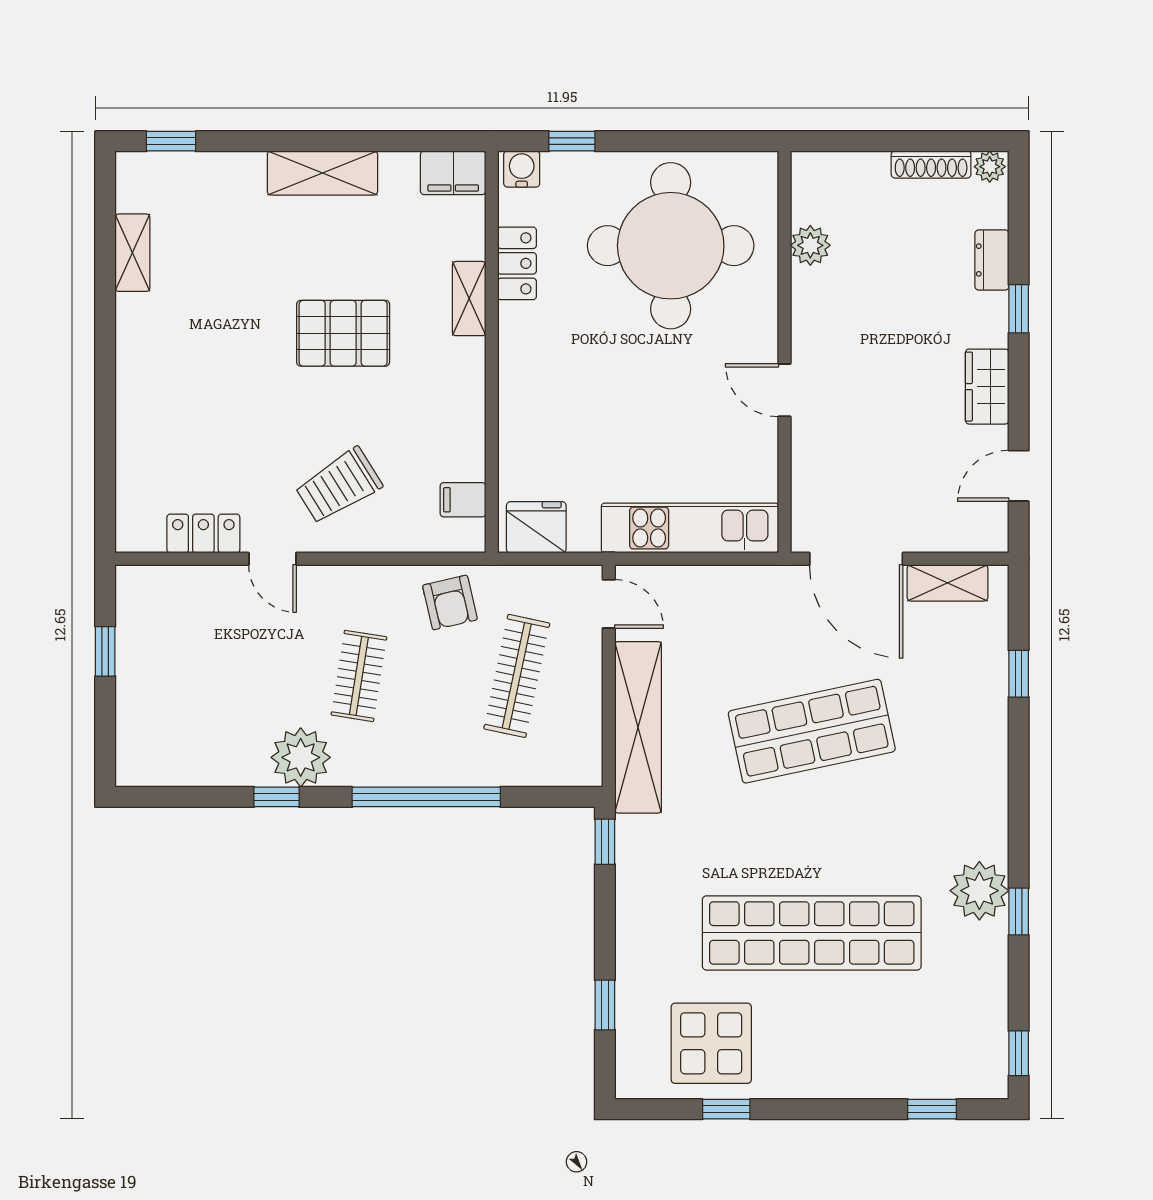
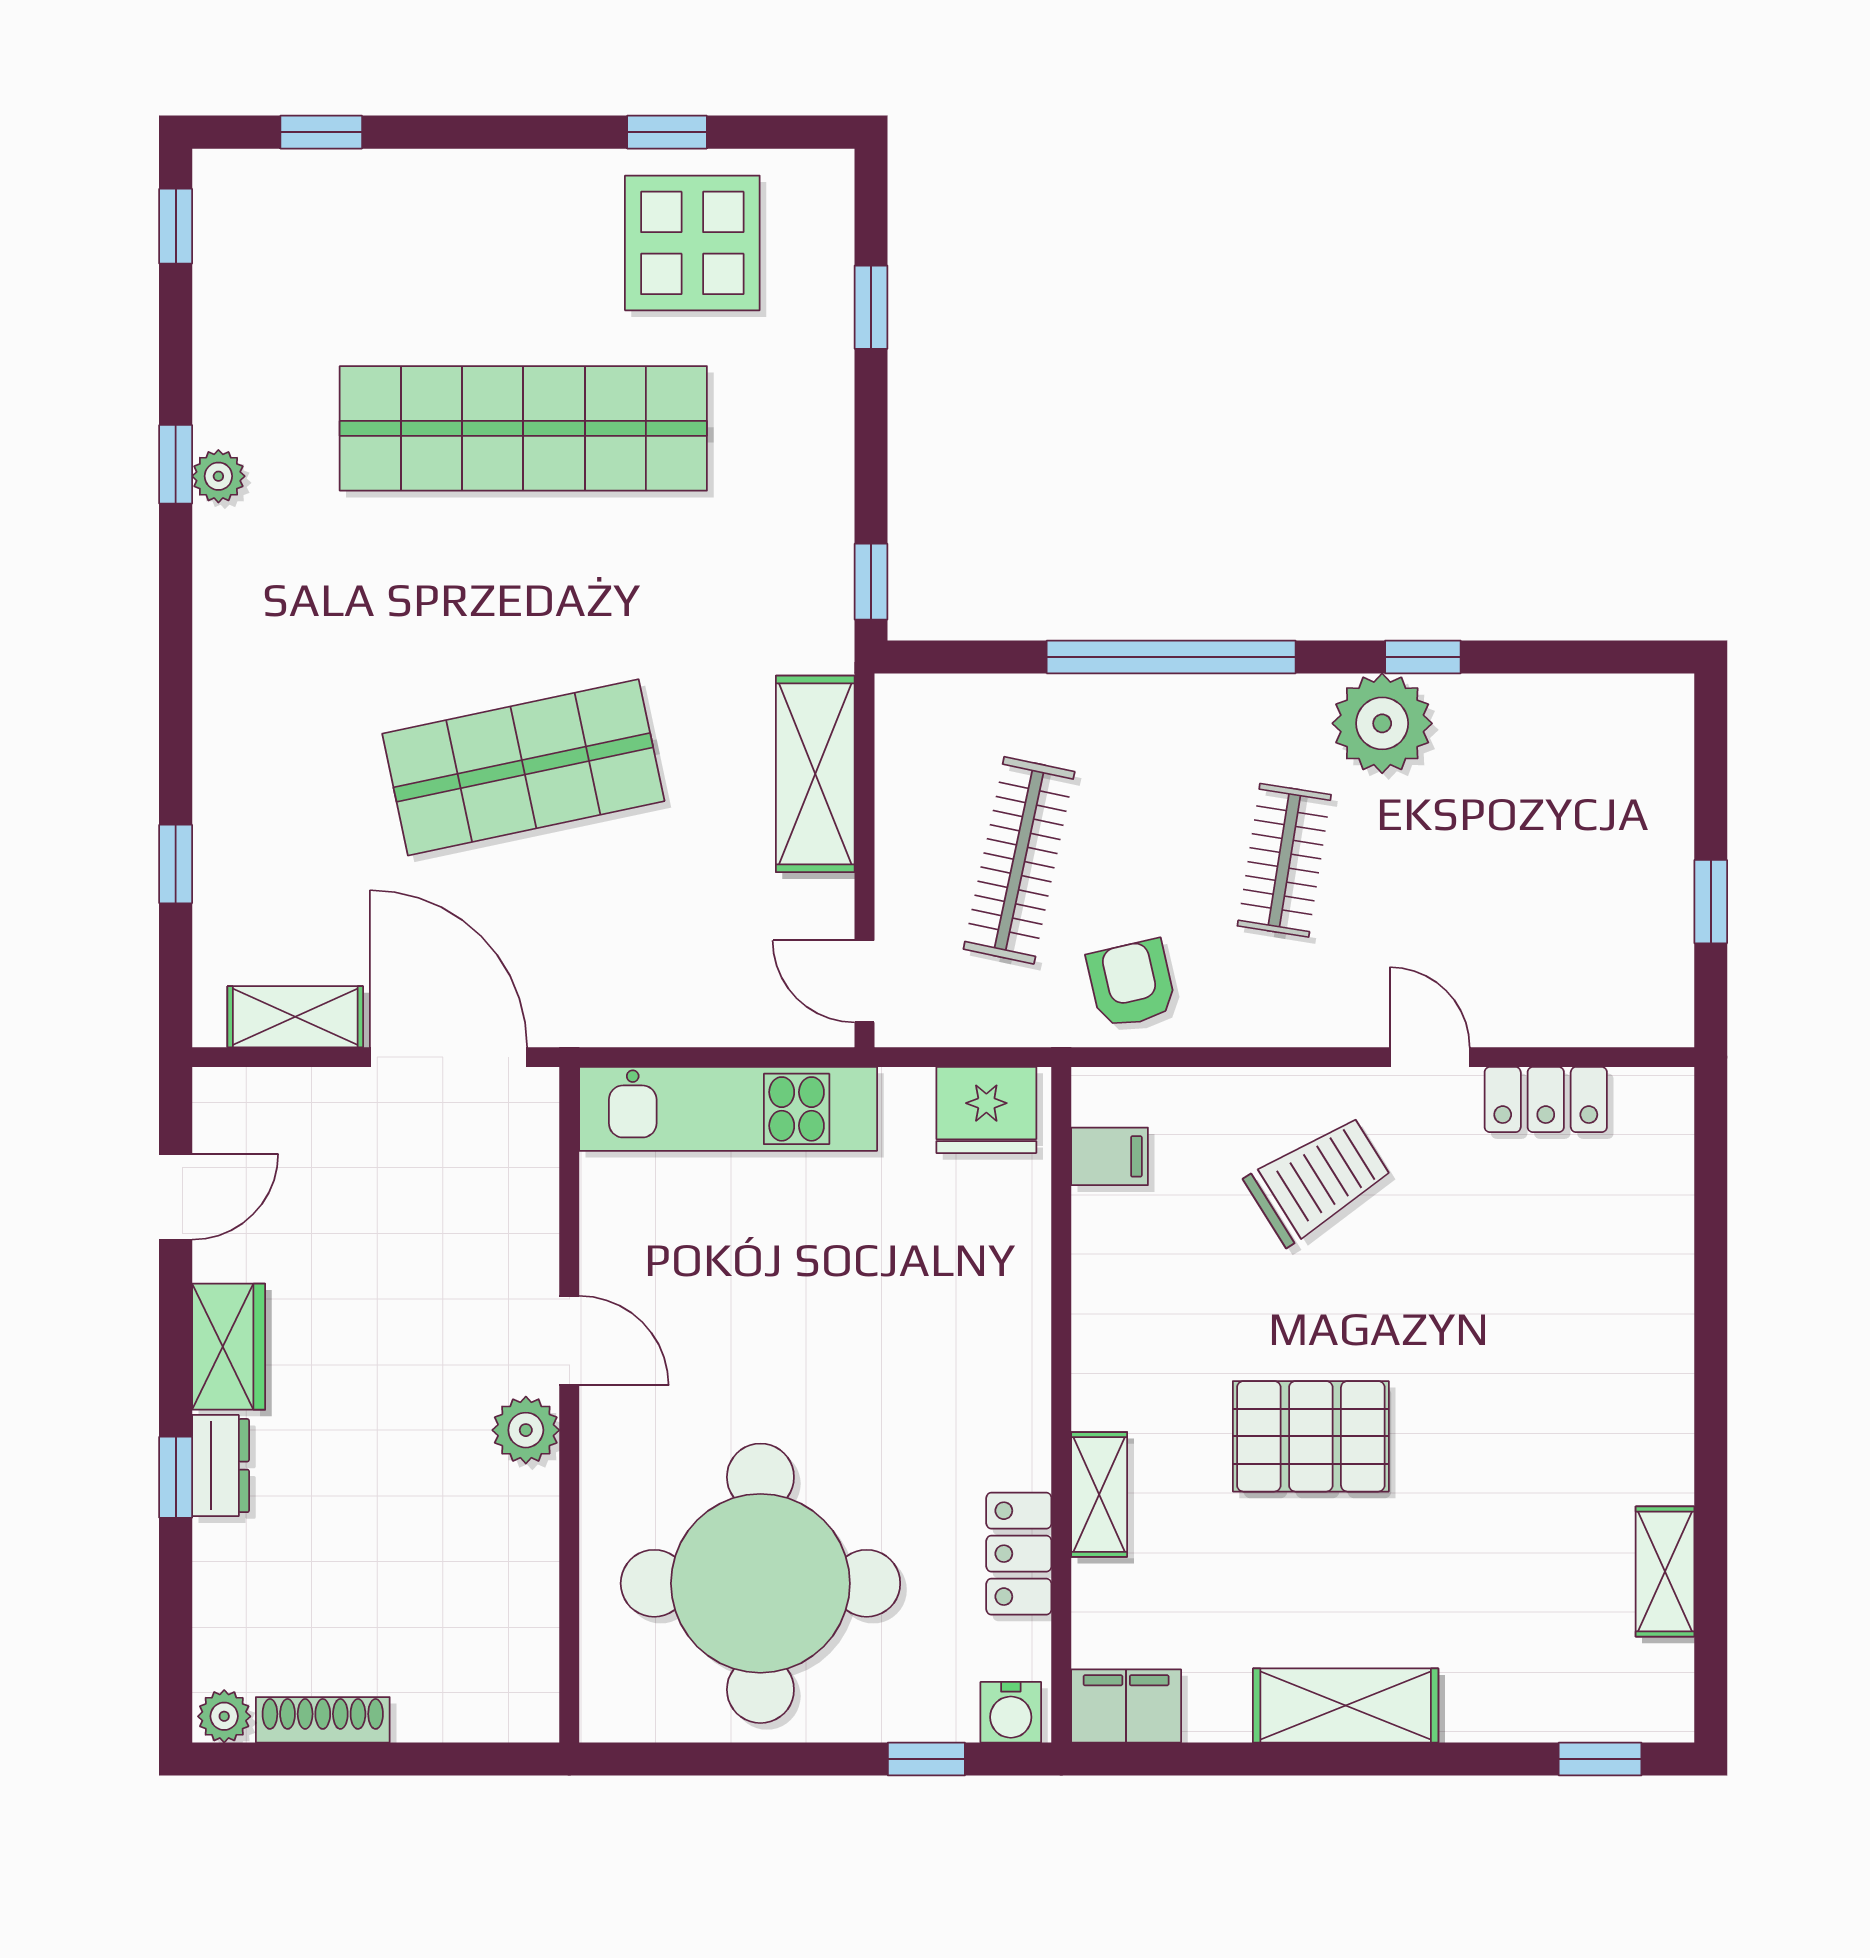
plant: (810, 245) -> (526, 1430), moved
dresser: (992, 260) -> (221, 1466), moved
shelving: (638, 727) -> (815, 774), width x0.68
plant: (979, 891) -> (218, 476), width x0.53, depth x0.53

